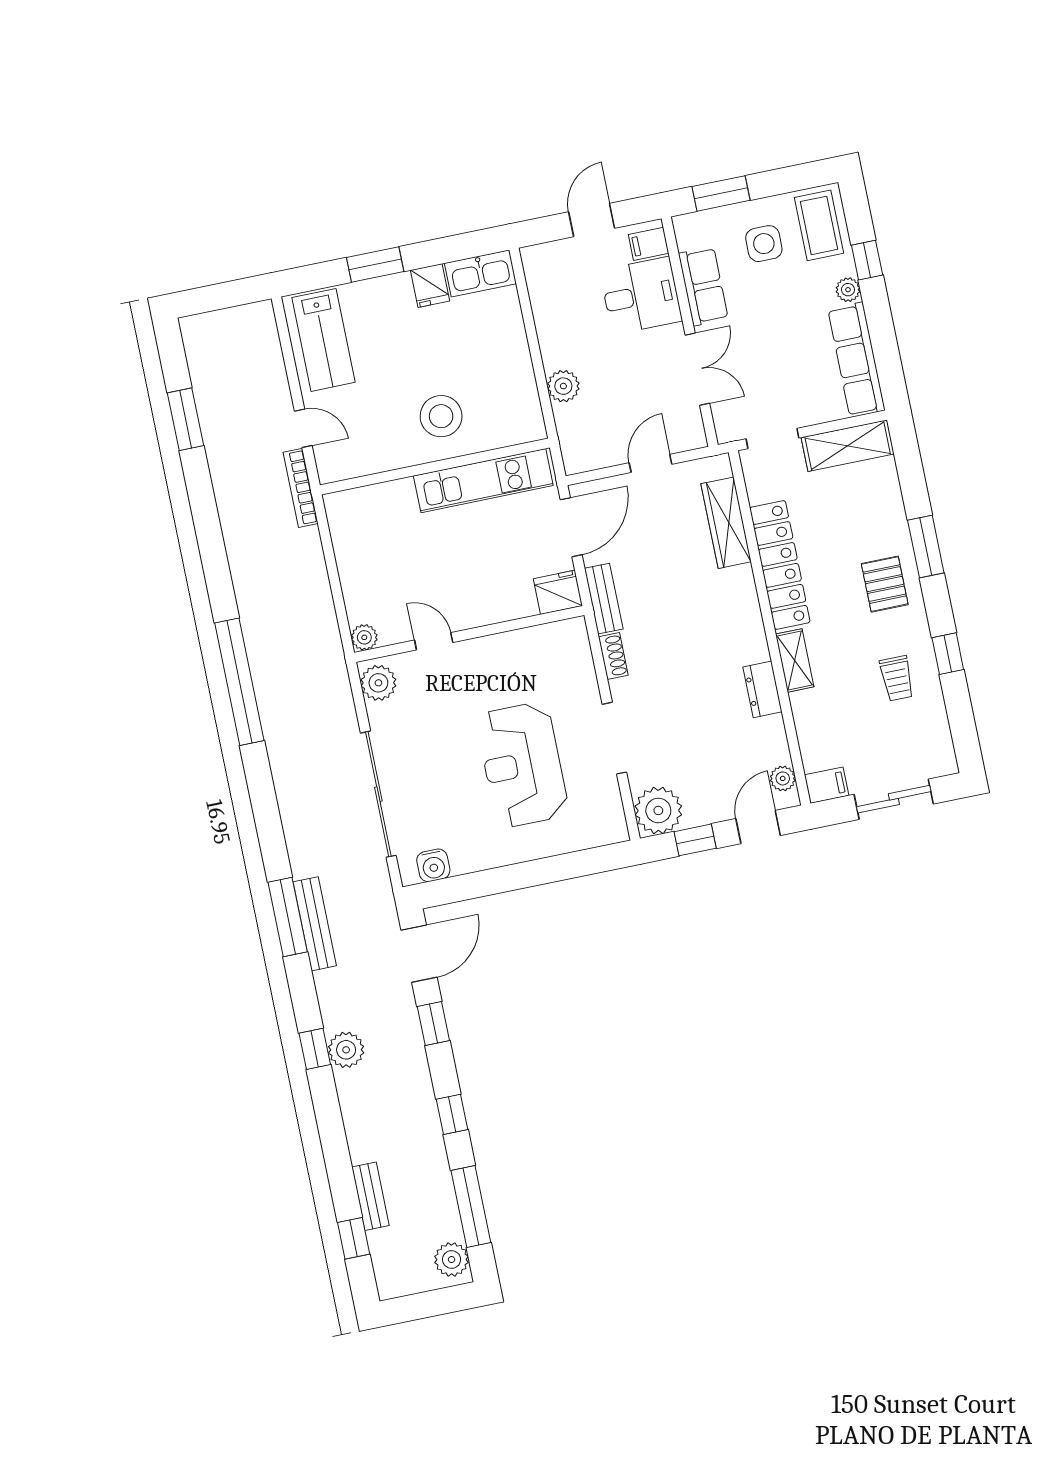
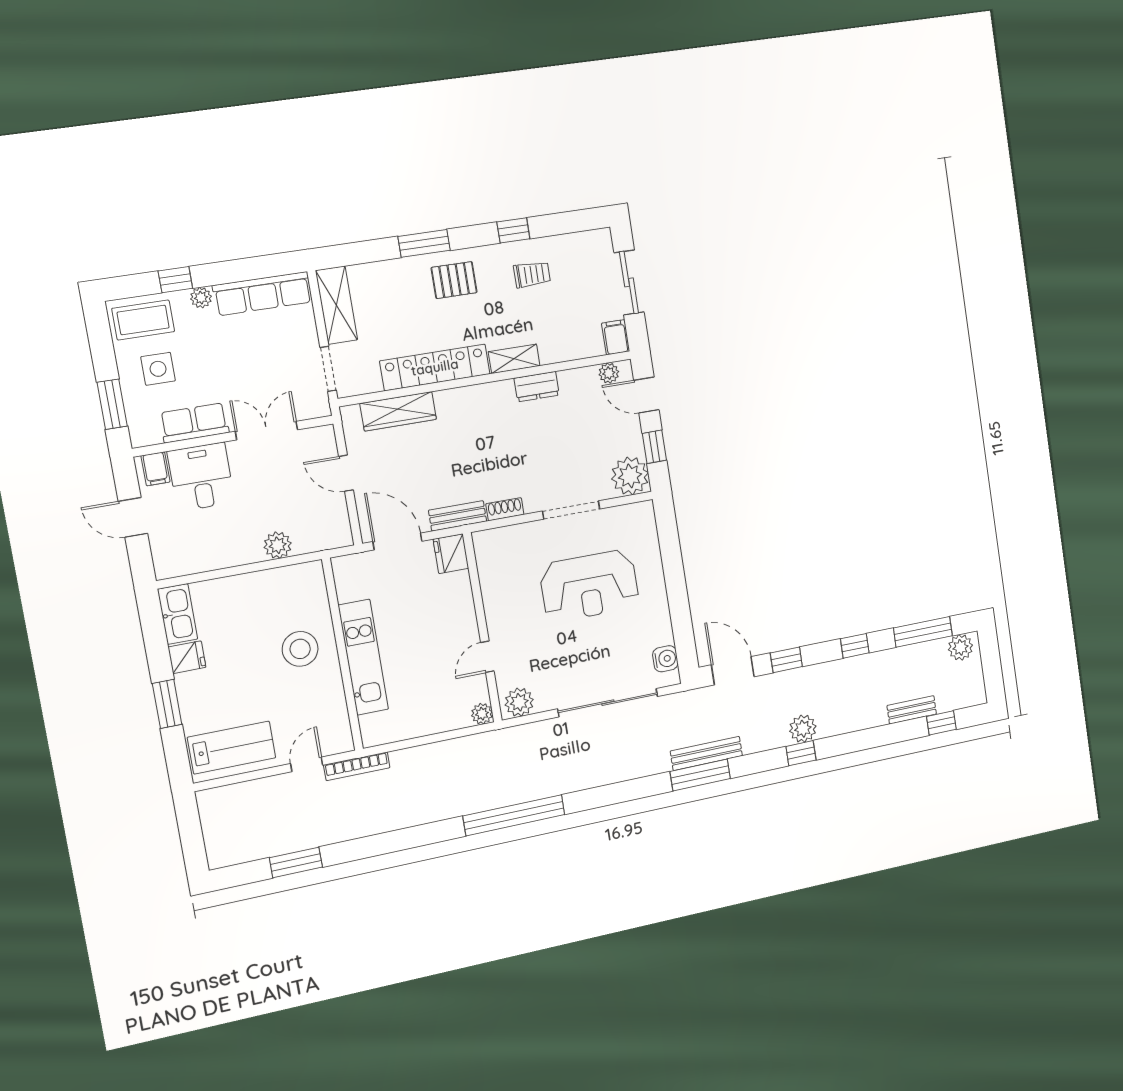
kitchen unit: (483, 481) -> (363, 657), moved

